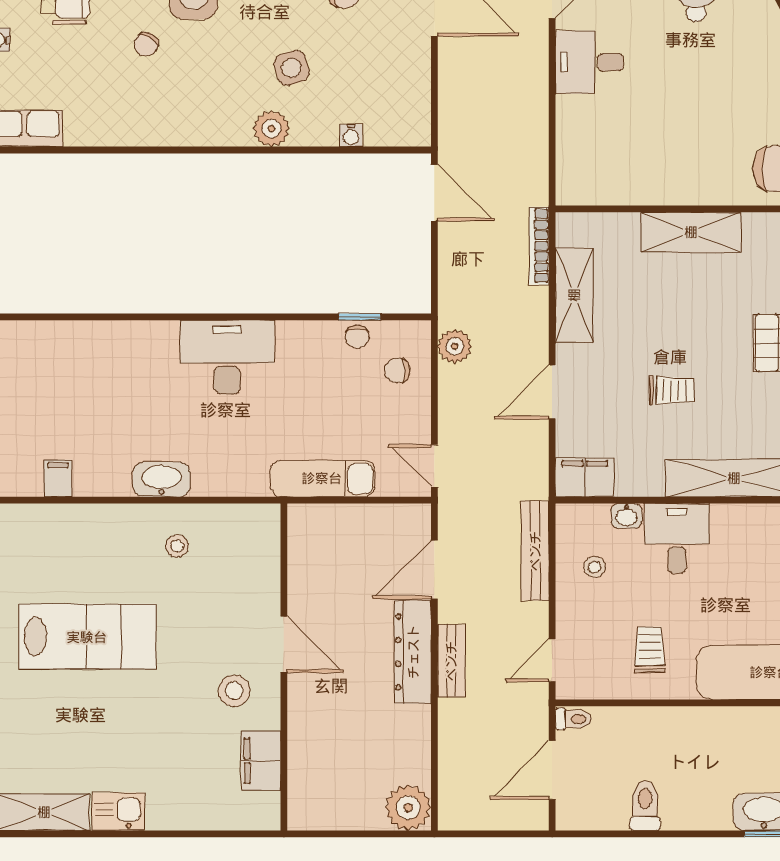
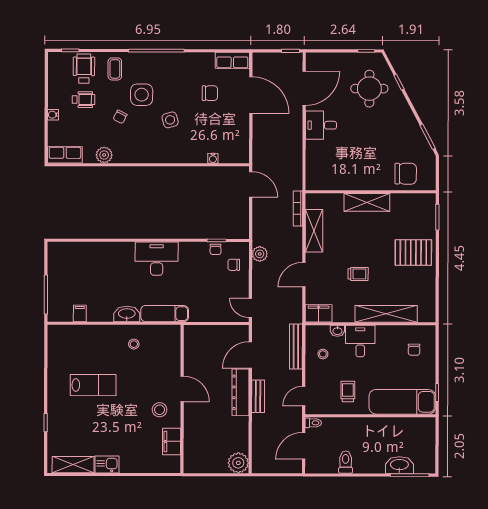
side table: (292, 68) -> (170, 120), moved
plant: (271, 129) -> (104, 155), moved
exam couch: (322, 478) -> (165, 314), moved
lab bench: (87, 637) -> (93, 385), width x0.73, depth x0.72

